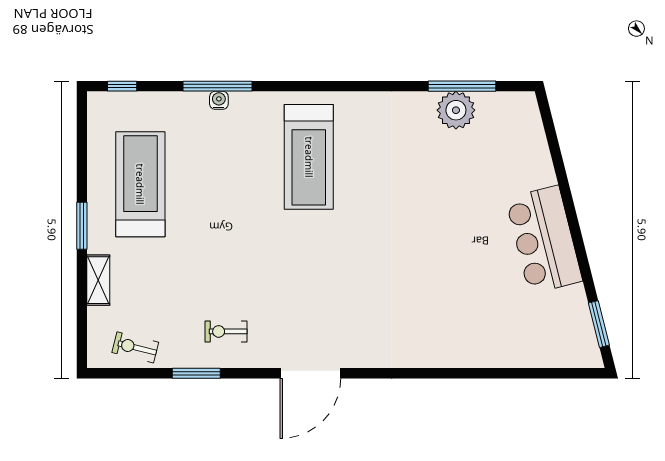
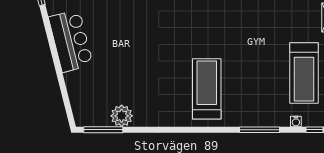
window: (462, 86) -> (103, 130), moved
water cooler: (219, 100) -> (296, 122), moved

